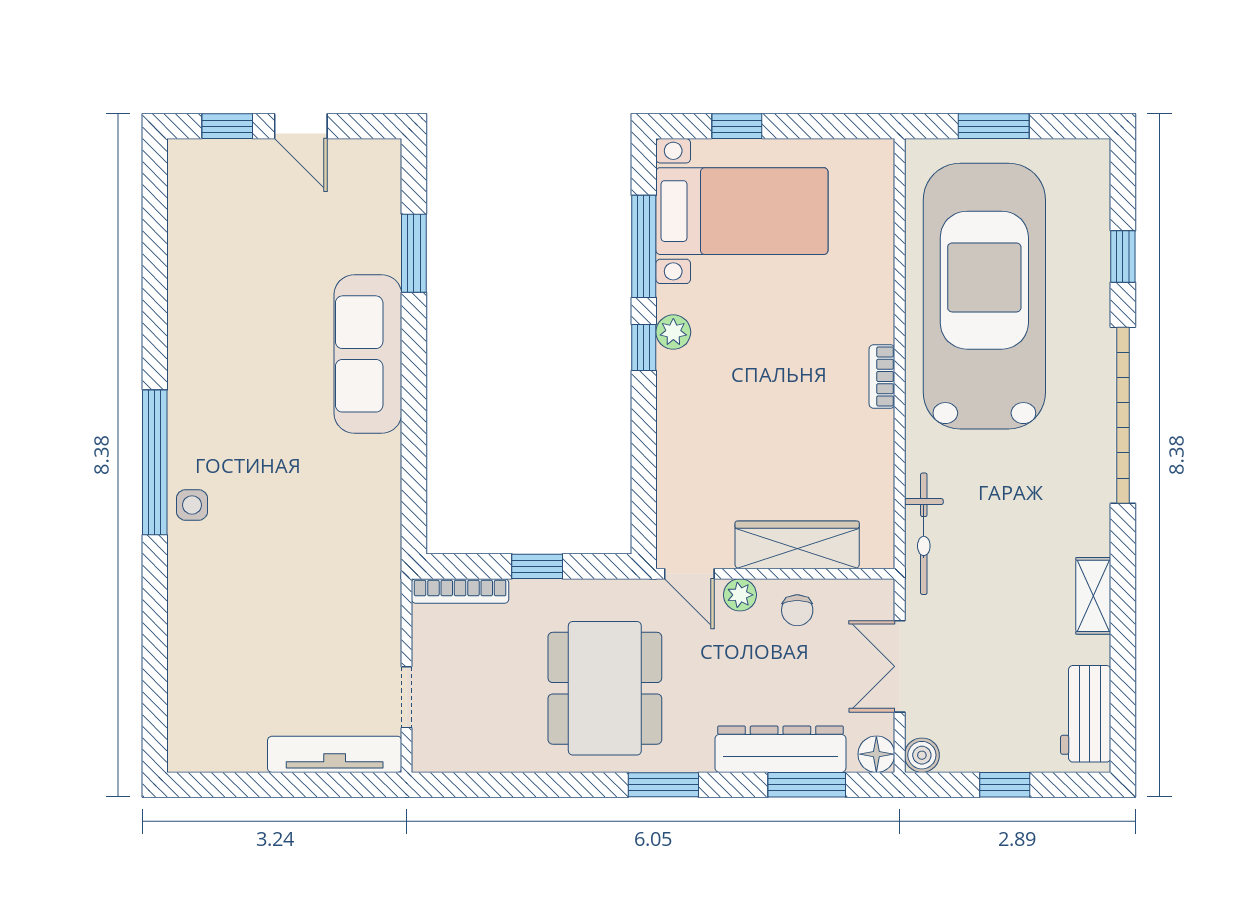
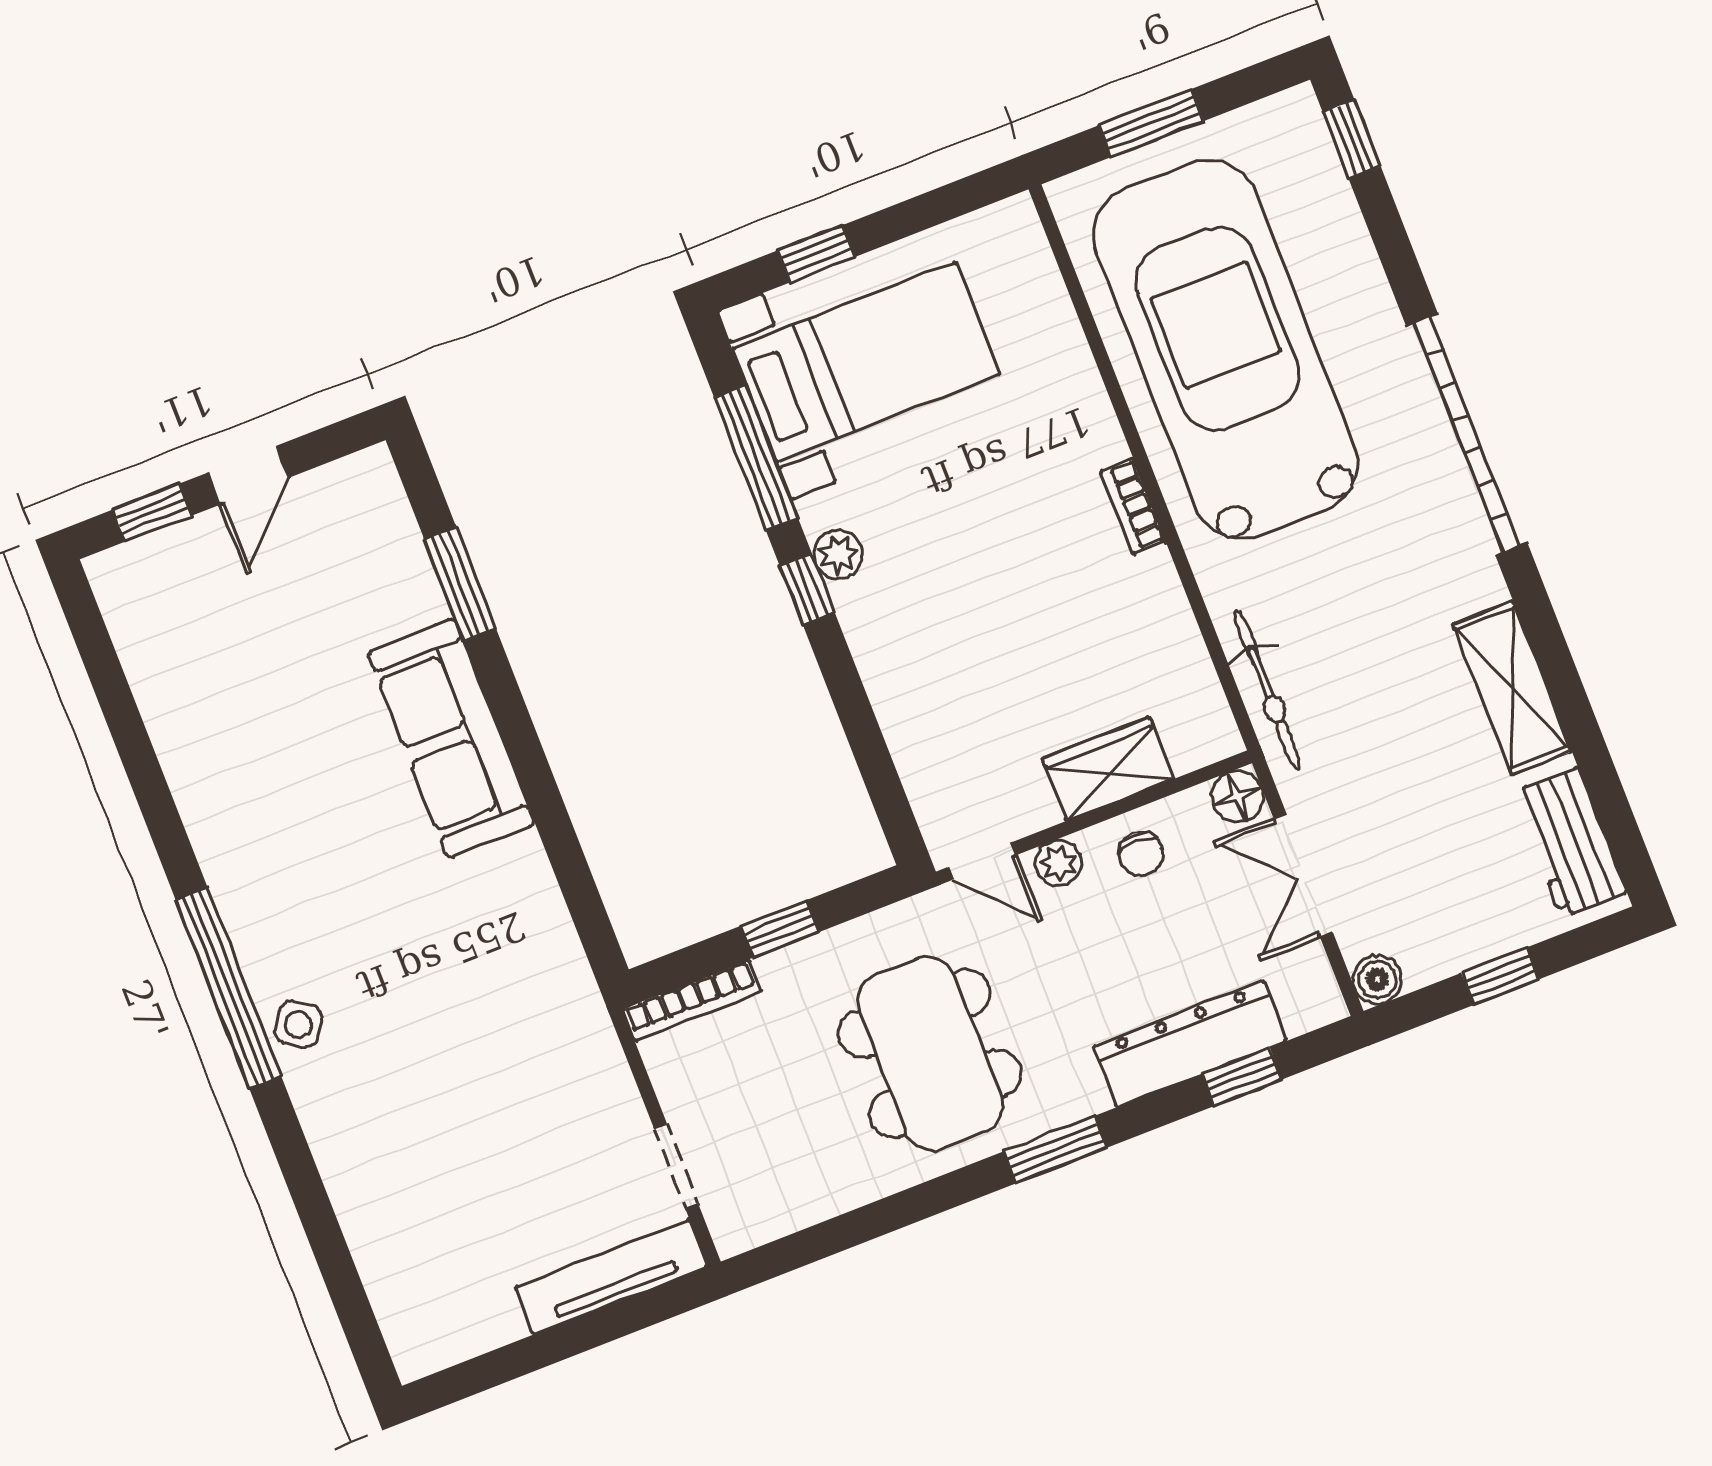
door: (301, 126) -> (248, 475), hinge flipped
window: (1123, 256) -> (1352, 139), moved
side table: (192, 505) -> (299, 1024), turned 33
wardrobe: (797, 545) -> (1108, 769), width x0.67
shelving: (1093, 596) -> (1512, 688), width x1.50, depth x1.33
floor lamp: (876, 754) -> (1238, 796), moved
window: (807, 785) -> (1242, 1077), width x0.67

